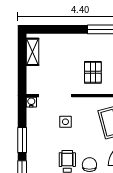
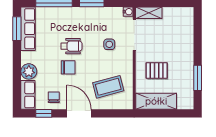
shelving: (32, 52) -> (149, 13), moved

